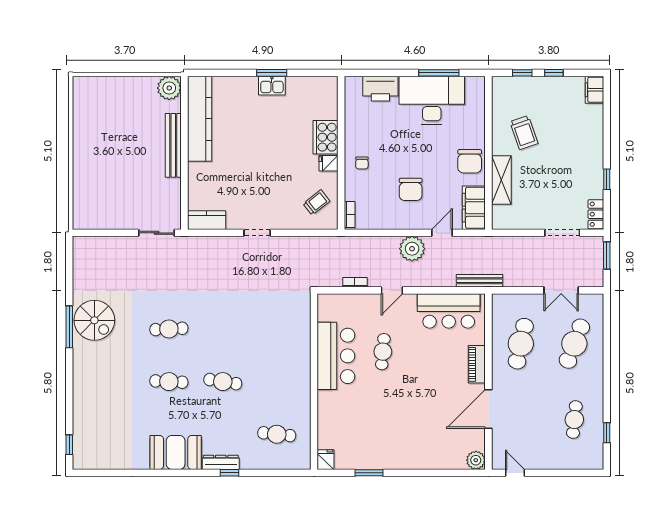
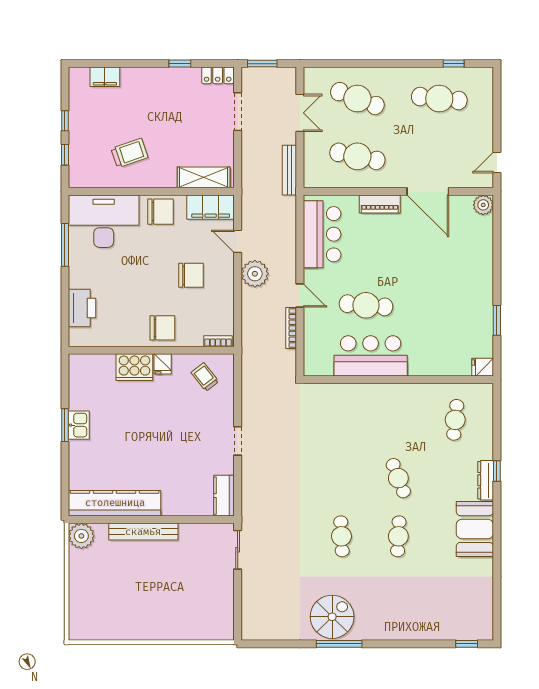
filing cabinet: (594, 90) -> (105, 77), moved
desk: (432, 100) -> (104, 221), moved, turned 90
chair: (362, 163) -> (162, 328), width x1.87, depth x1.87
shelving: (501, 180) -> (204, 177), moved
bench: (479, 281) -> (289, 170), moved
bookcase: (355, 282) -> (291, 328), width x1.56
cafe table: (383, 352) -> (366, 305), width x1.37, depth x1.35
cafe table: (223, 382) -> (398, 478), turned -30
cafe table: (574, 420) -> (439, 99), width x1.37, depth x1.35

